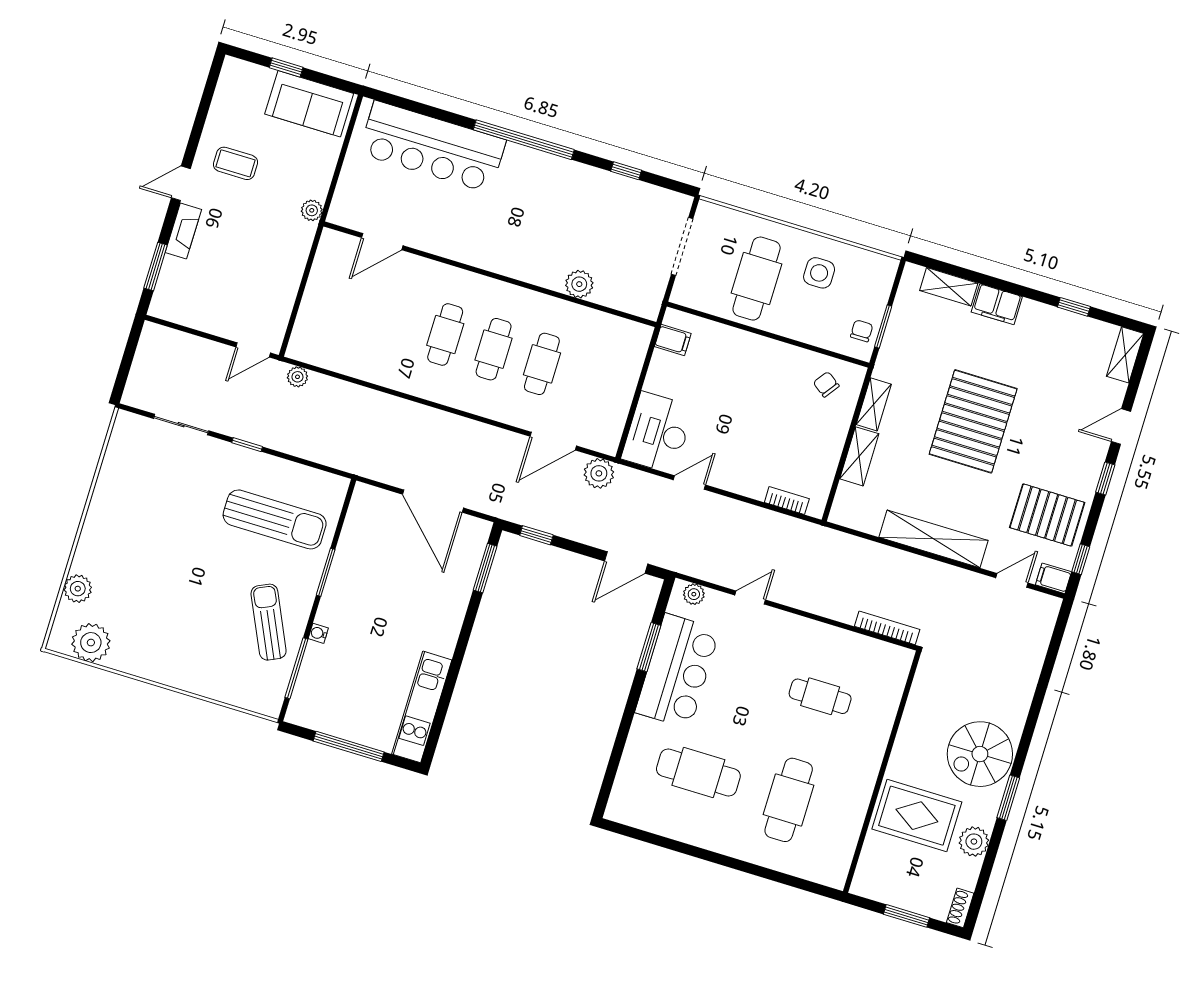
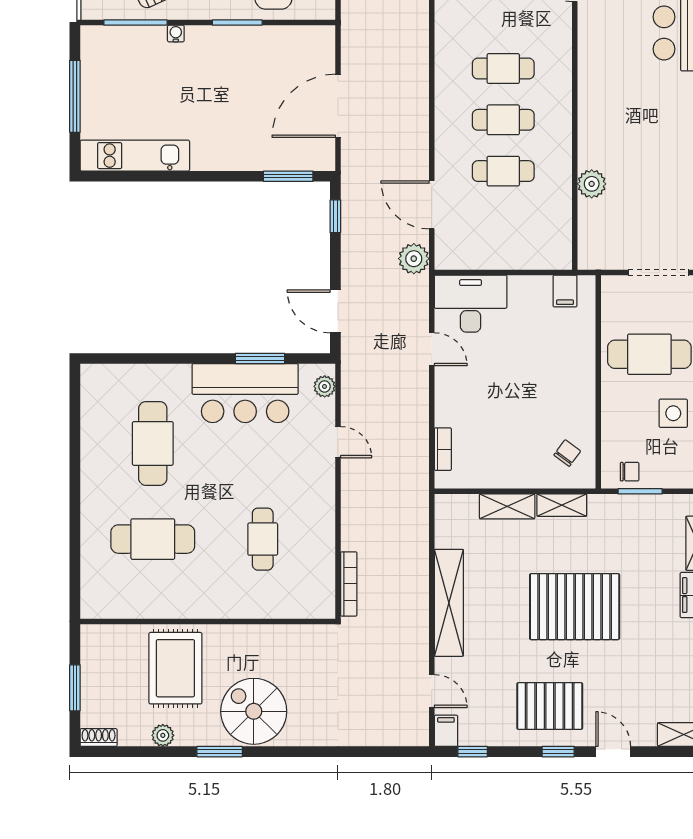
pallet: (1047, 515) -> (550, 706), moved, turned 90
plant: (974, 842) -> (163, 735), width x0.73, depth x0.73

